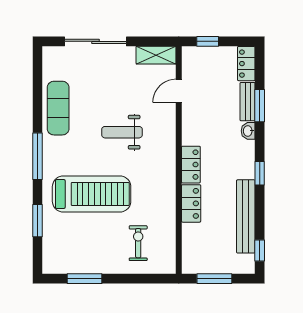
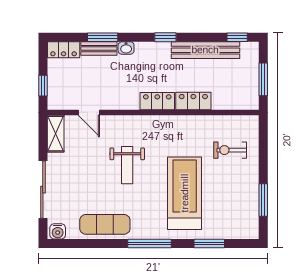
water cooler: (51, 57) -> (58, 231), added

